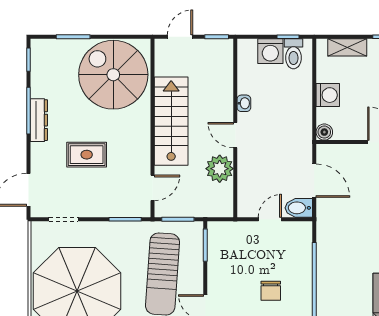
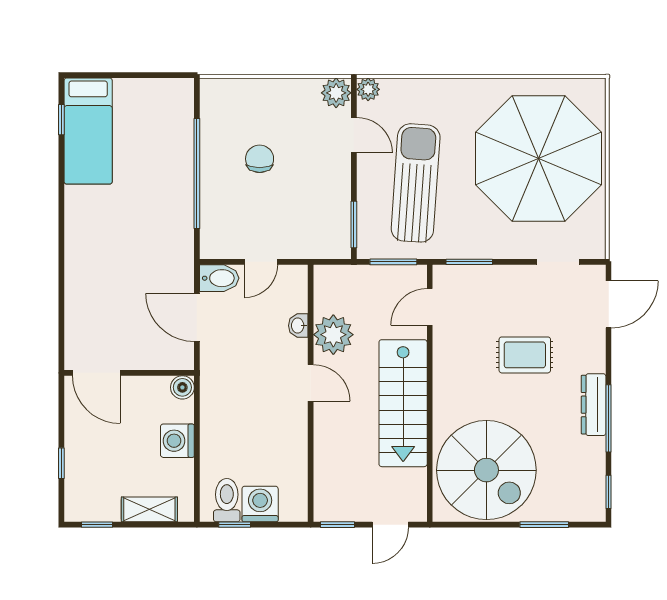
washbasin: (244, 103) -> (298, 326), moved

